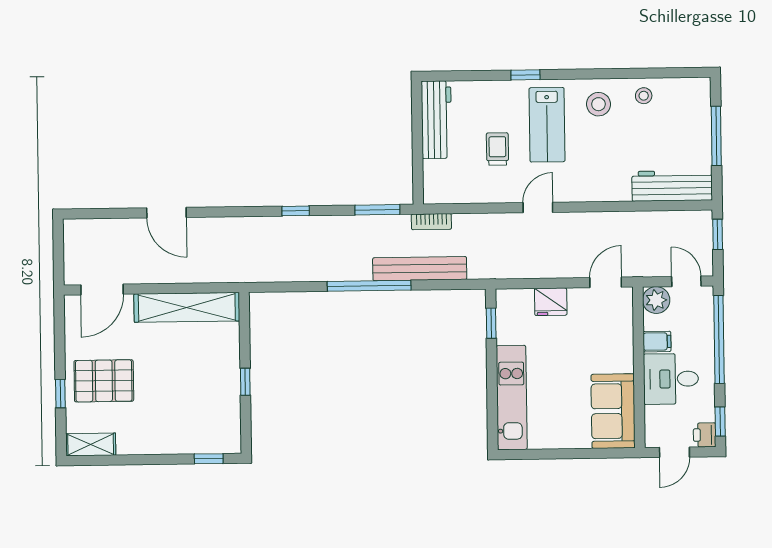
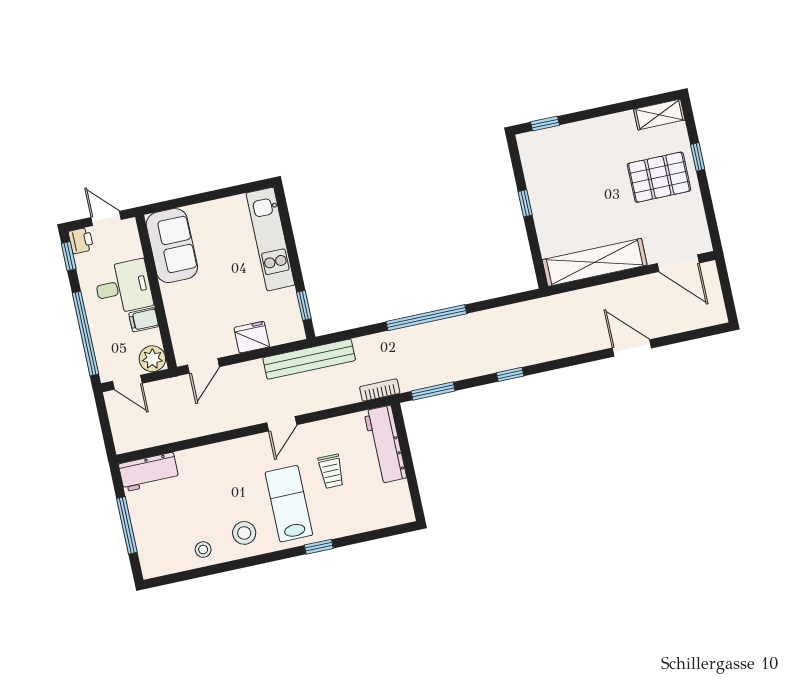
workbench: (436, 120) -> (385, 444), moved
workbench: (672, 186) -> (149, 472), width x0.73
window: (718, 234) -> (107, 433), removed
bench: (420, 269) -> (309, 359), moved
door: (102, 289) -> (678, 263), swing flipped
door: (674, 452) -> (106, 218), hinge flipped

